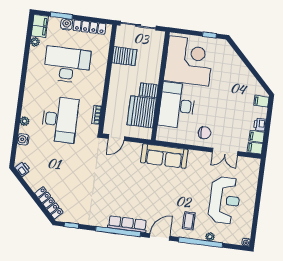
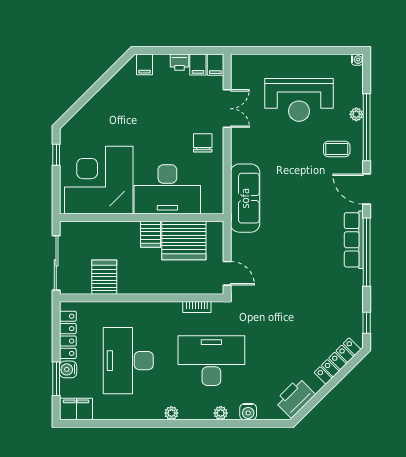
plant: (35, 42) -> (171, 413), moved
printer: (23, 169) -> (295, 398), width x1.87, depth x1.48
reception desk: (224, 200) -> (299, 100), turned 180

